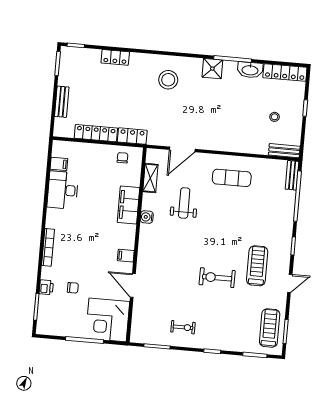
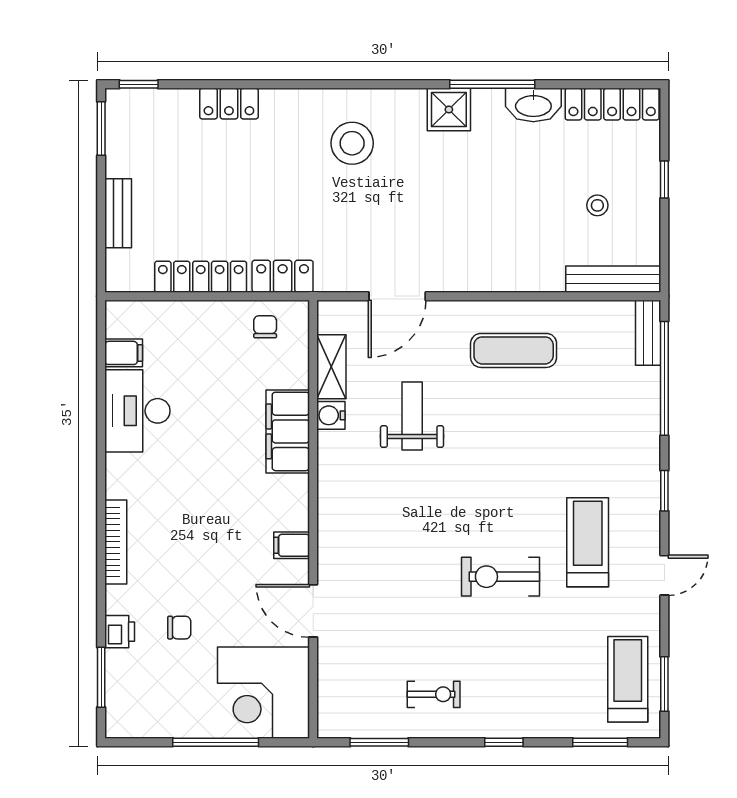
bench: (284, 151) -> (613, 279), width x1.36
water cooler: (147, 217) -> (331, 415), moved

